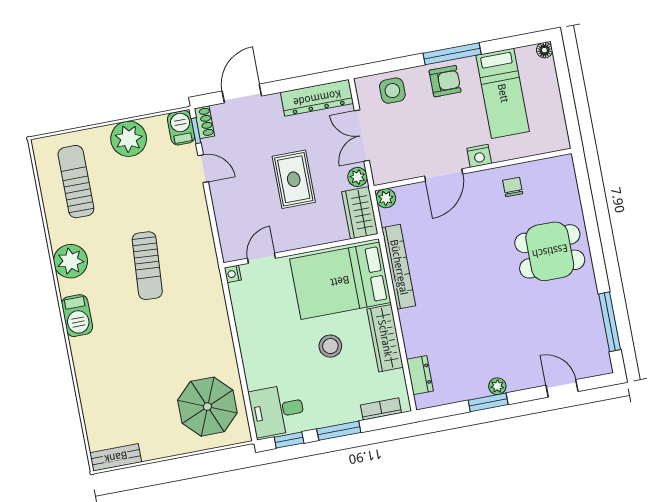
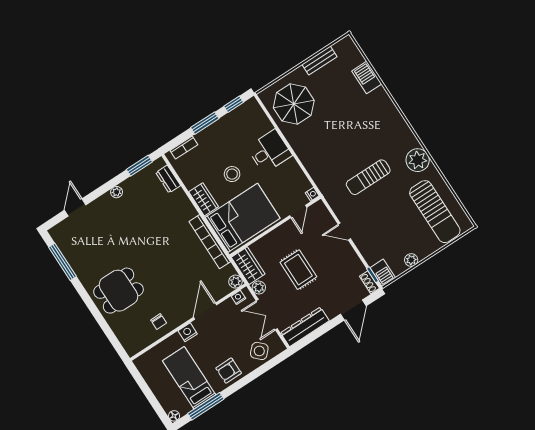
window: (452, 54) -> (206, 406), moved
side table: (392, 91) -> (259, 351), turned 45
double door: (362, 136) -> (267, 315), swing flipped
plant: (129, 139) -> (411, 260), width x0.53, depth x0.53
door: (203, 169) -> (344, 232), moved
nightstand: (391, 175) -> (238, 297), added
sun lounger: (76, 182) -> (435, 212), width x1.36, depth x1.34
sun lounger: (147, 266) -> (368, 177), turned -94
barbecue: (77, 316) -> (367, 77), moved
wardrobe: (385, 338) -> (204, 199), width x0.67
door: (562, 388) -> (75, 207), swing flipped
window: (488, 402) -> (139, 166), moved
desk: (277, 410) -> (269, 151), moved
bench: (116, 457) -> (319, 61), moved

